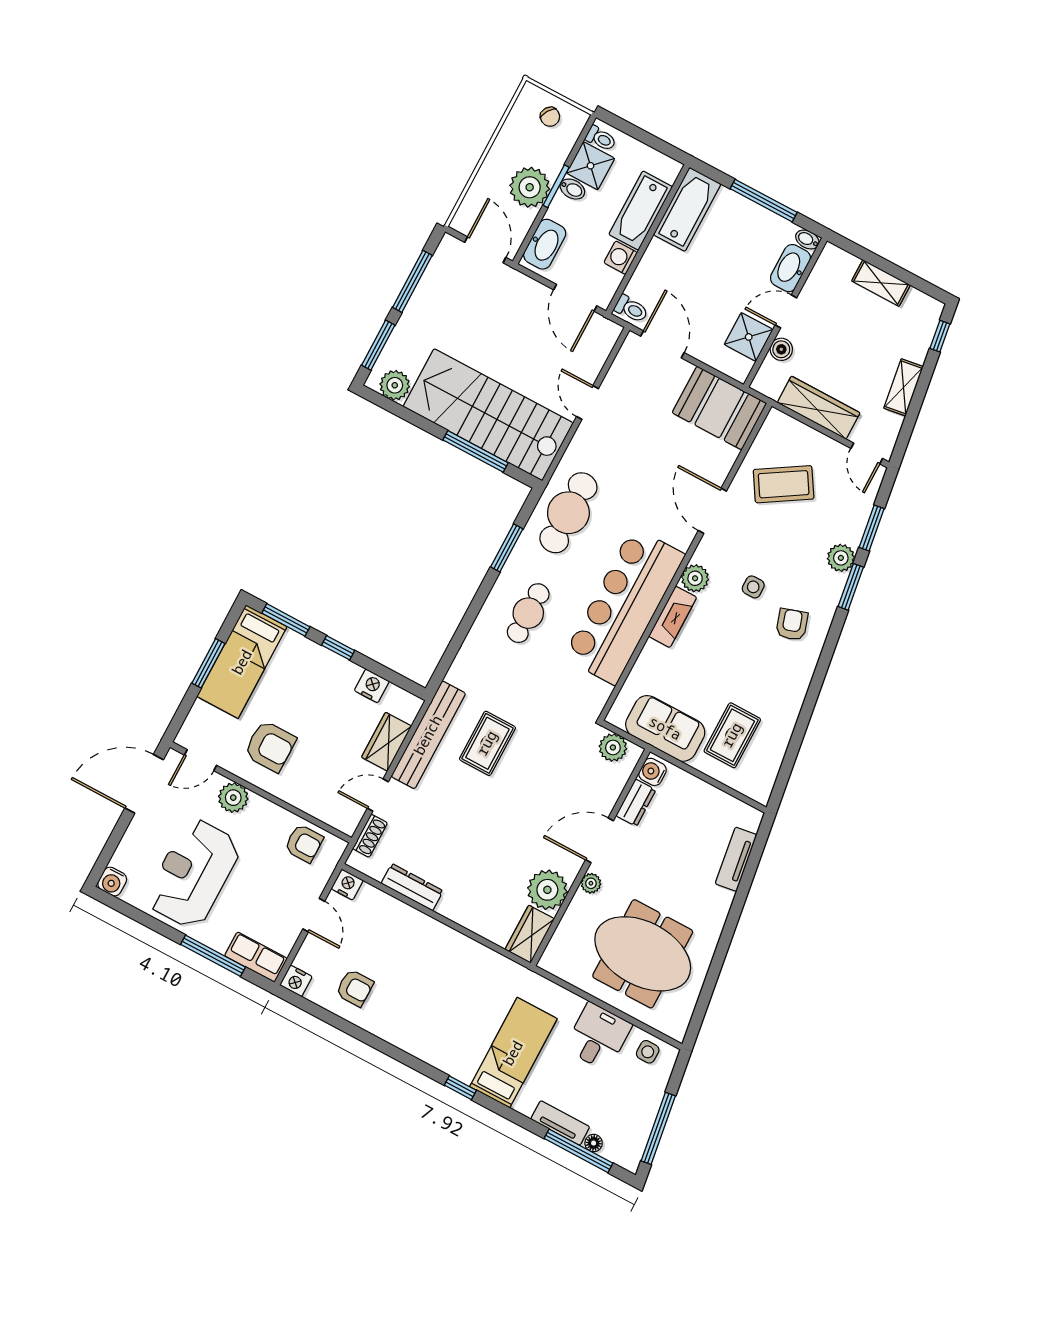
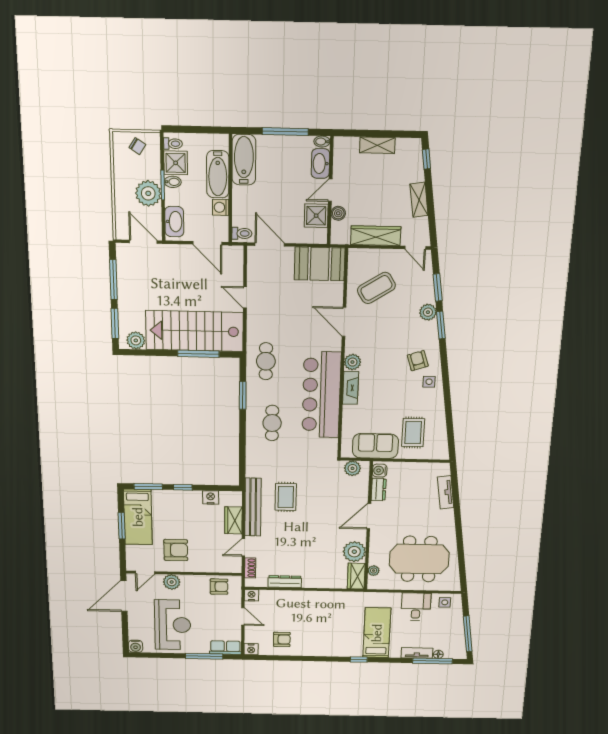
cafe table: (568, 513) -> (266, 361), width x0.73, depth x0.74
side table: (753, 587) -> (429, 382), moved
reception desk: (193, 873) -> (173, 625), turned 180
plant: (591, 883) -> (374, 571), moved

